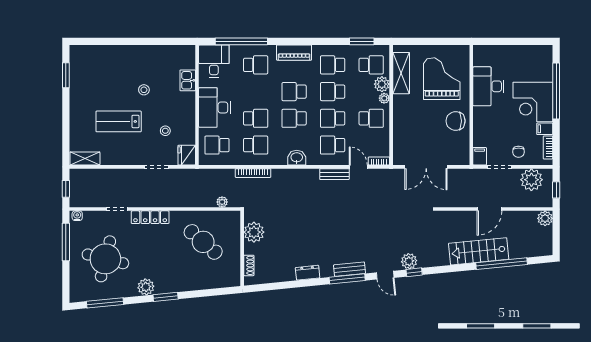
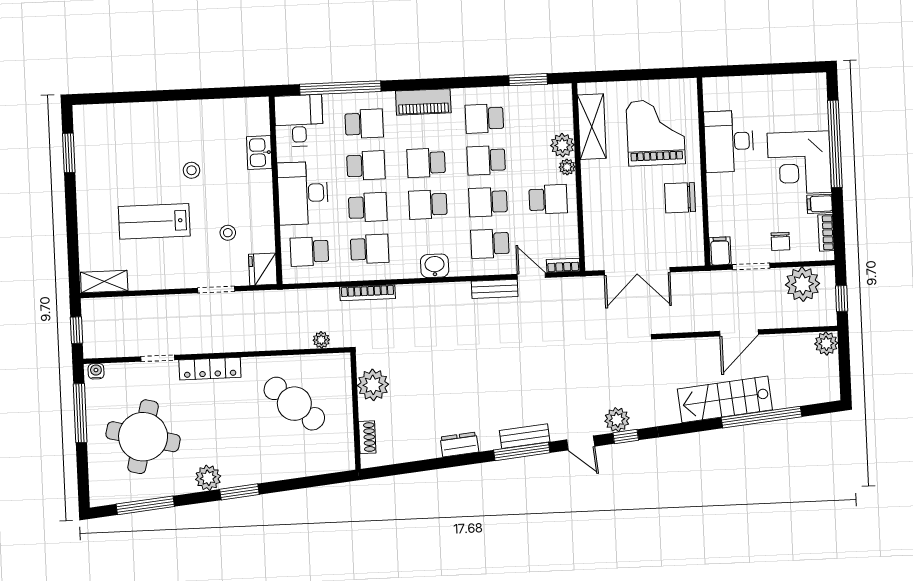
school desk: (371, 65) -> (366, 165), moved

